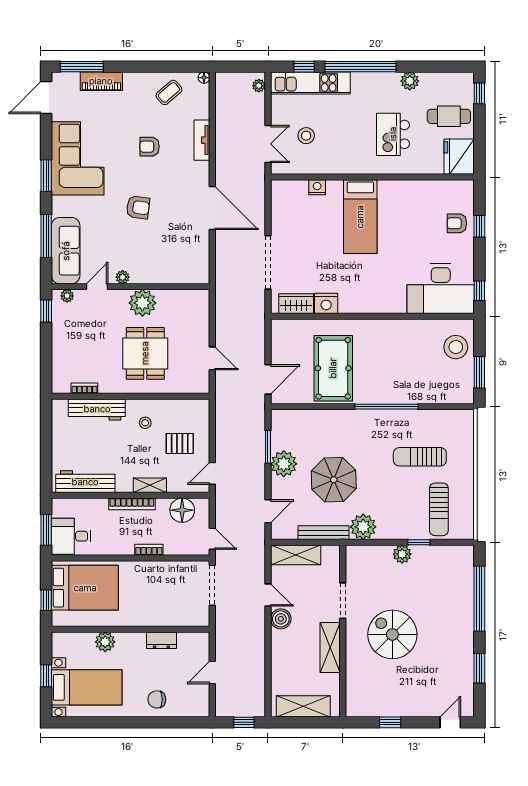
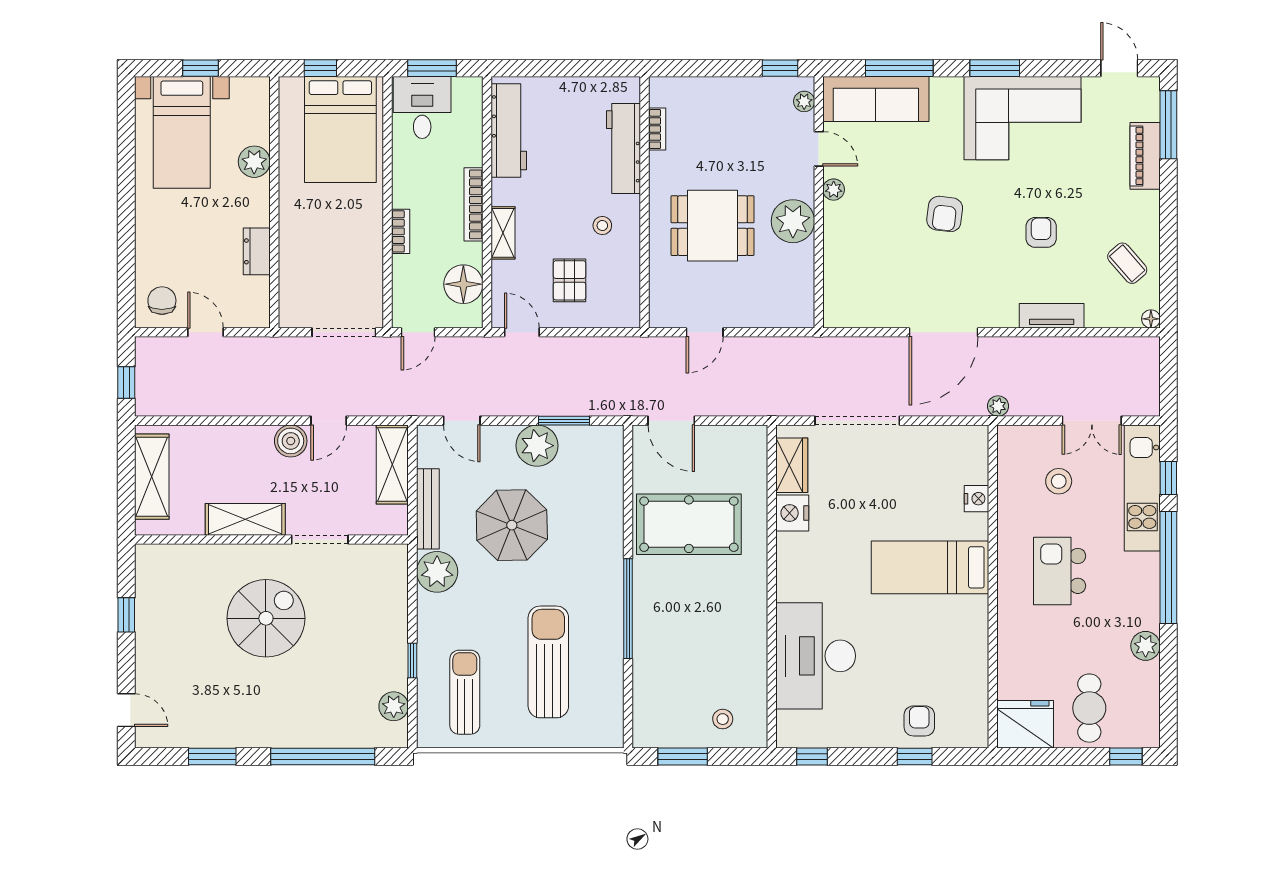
plant: (259, 86) -> (998, 406), moved
door: (46, 97) -> (1119, 68), width x0.73
kitchen island: (393, 134) -> (1060, 571), moved, turned -90
double door: (268, 144) -> (1092, 421), moved
desk: (441, 289) -> (816, 656), moved
stool: (456, 347) -> (723, 719), width x0.53, depth x0.53
sun lounger: (420, 457) -> (548, 662), width x1.36, depth x1.34
sun lounger: (439, 509) -> (465, 692), turned 90
plant: (402, 554) -> (394, 706), moved
chair: (157, 699) -> (162, 301), moved

